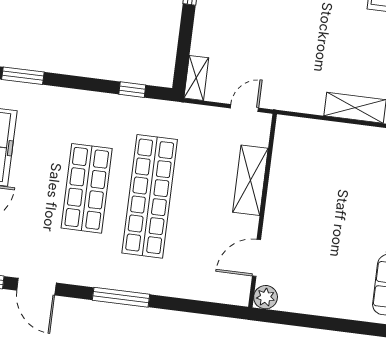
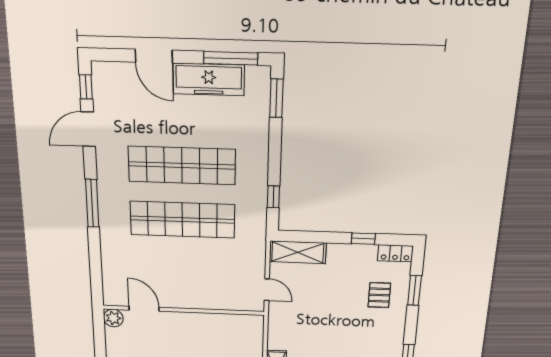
shelving: (196, 78) -> (298, 252), width x1.50, depth x1.33
shelving: (250, 180) -> (207, 299), removed
shop shelf: (87, 188) -> (182, 165), width x1.40

